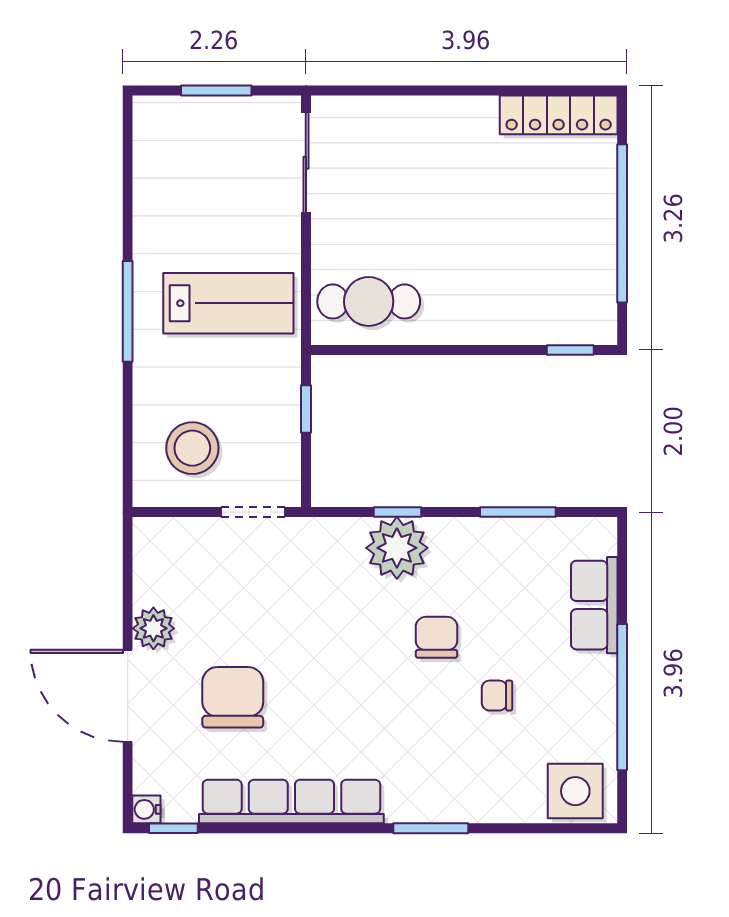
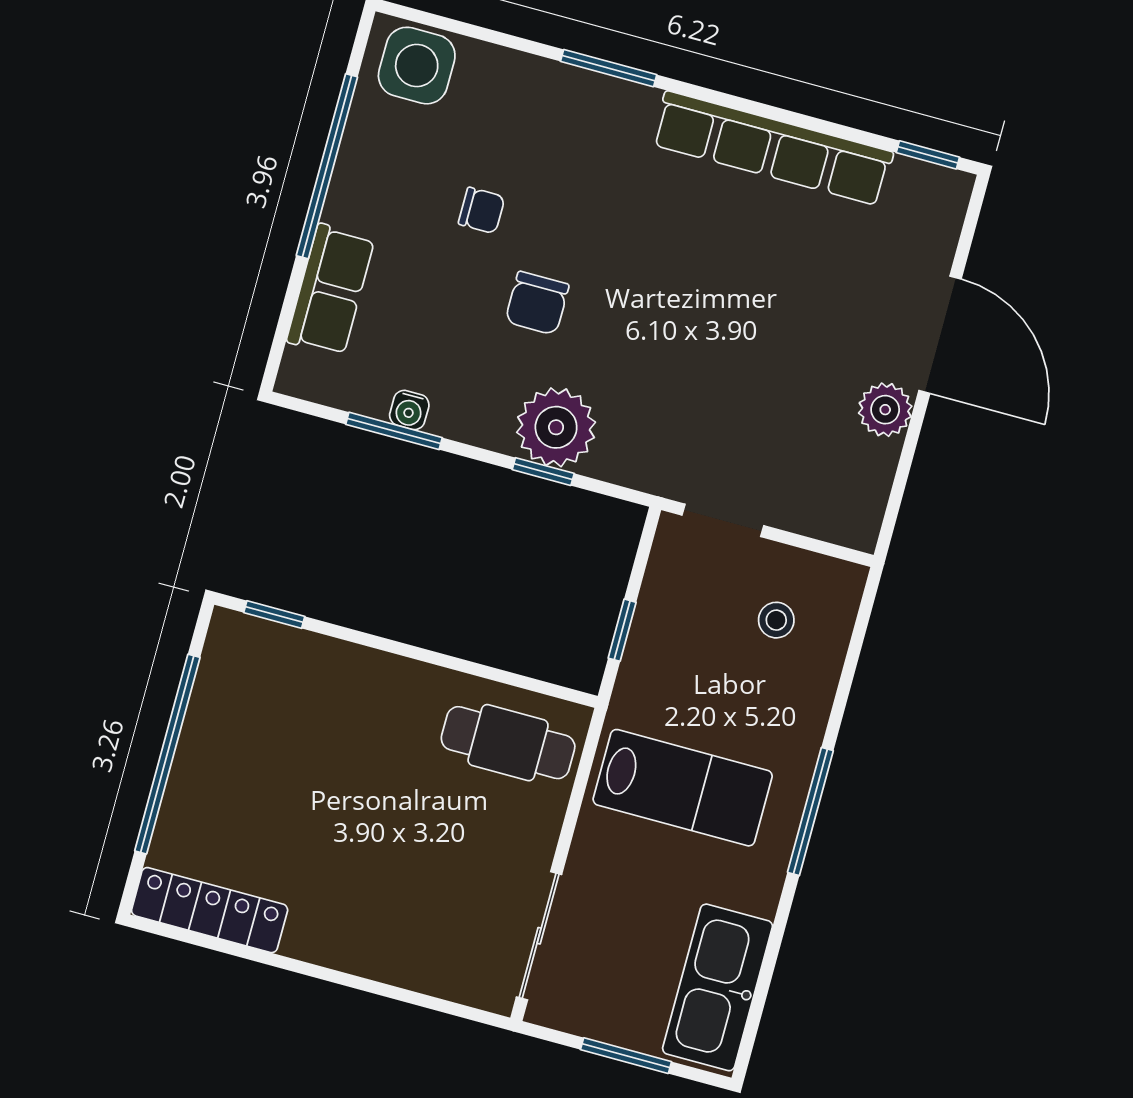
kitchen sink: (161, 160) -> (718, 987), added
lab bench: (228, 303) -> (683, 788), turned 180
stool: (192, 448) -> (776, 620), width x0.53, depth x0.53
chair: (233, 697) -> (810, 297), removed
water cooler: (146, 809) -> (409, 410), moved, turned 90

